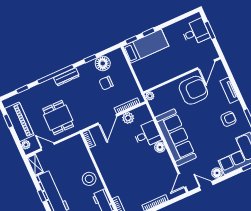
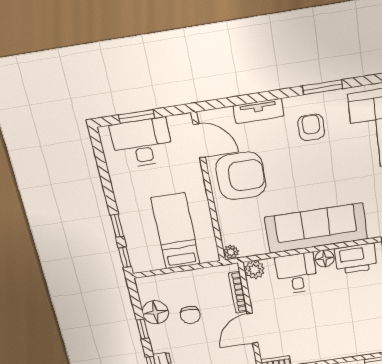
desk: (195, 32) -> (142, 143), width x1.37
bed: (146, 46) -> (176, 231), moved
armchair: (193, 90) -> (241, 176), turned 90
plant: (128, 118) -> (254, 270), moved
door: (107, 120) -> (253, 328), swing flipped
printer: (164, 164) -> (356, 259), added

